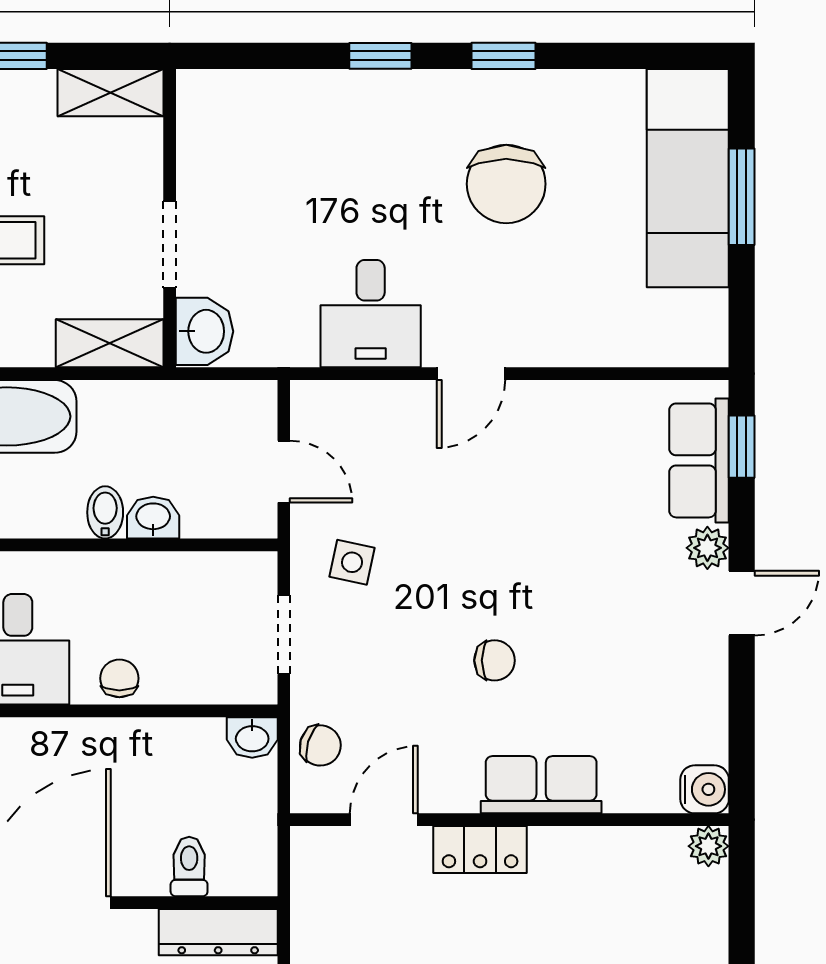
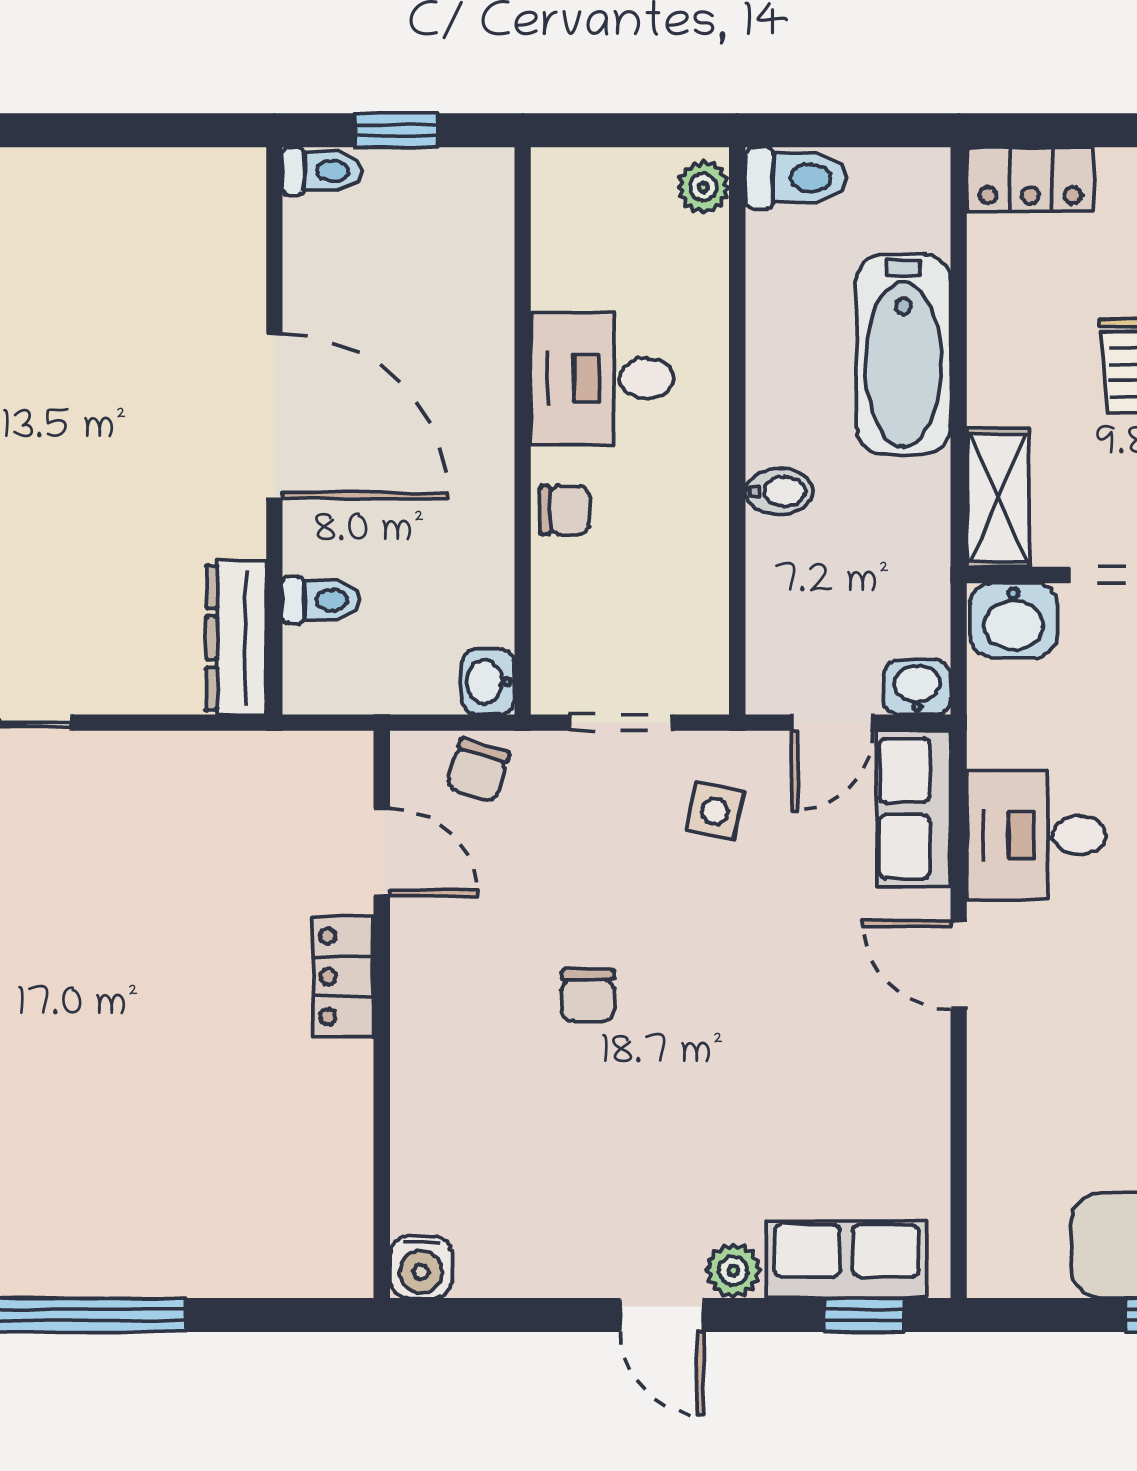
washbasin: (153, 518) -> (917, 687), moved, turned -90
row of seats: (541, 785) -> (913, 808), moved, turned 180
plant: (708, 846) -> (348, 1272), removed

